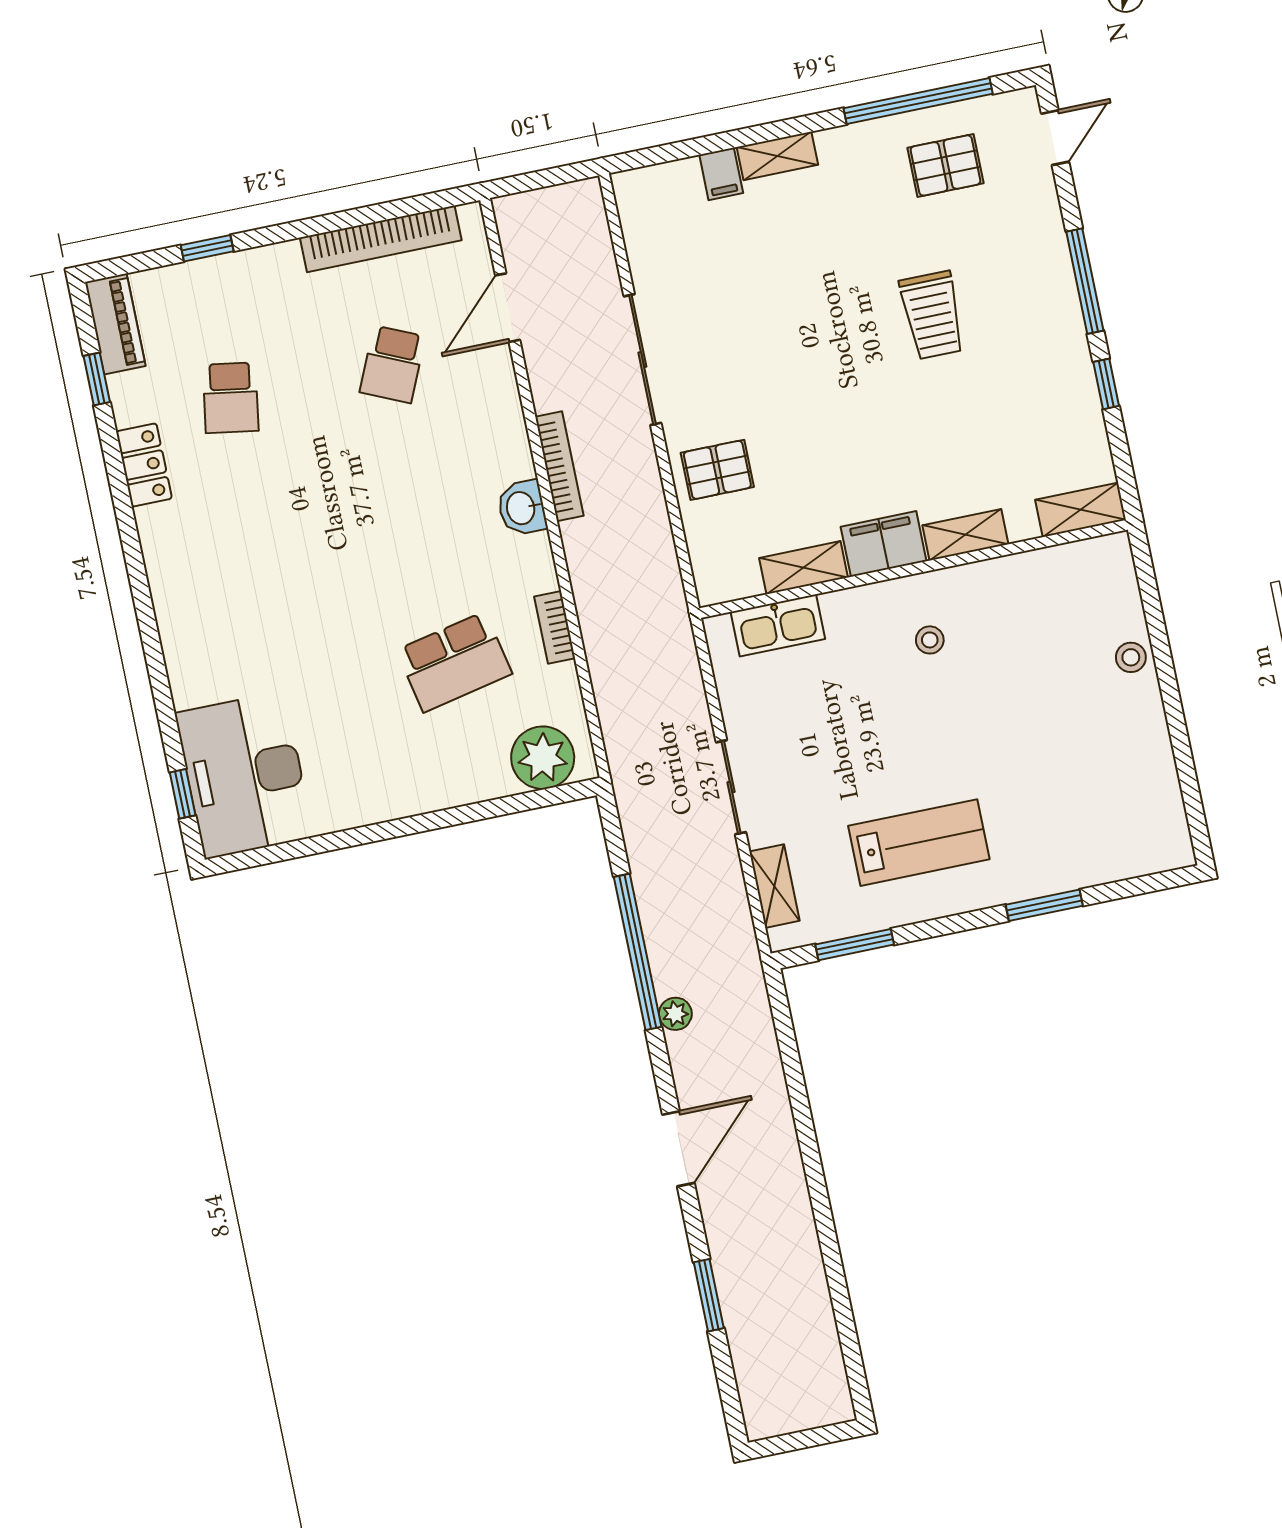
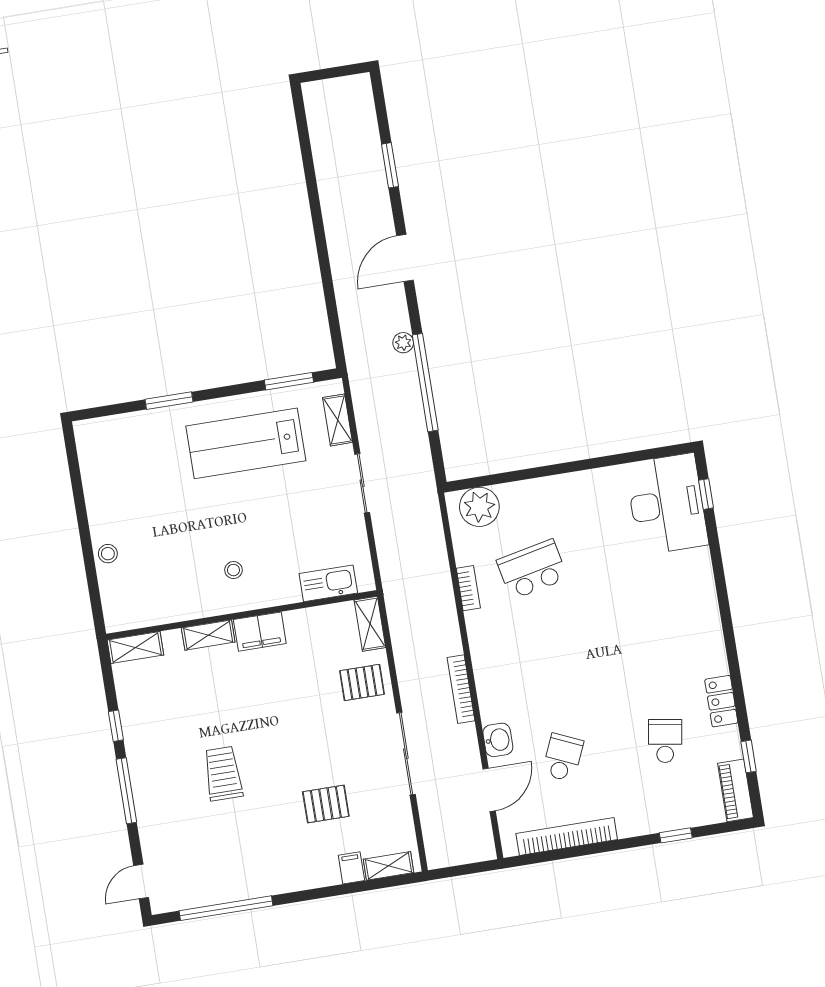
shelving: (777, 156) -> (388, 866), moved
pallet: (945, 165) -> (326, 804), moved
washbasin: (522, 508) -> (498, 740), moved
shelving: (803, 568) -> (370, 624), moved, turned 90
lab bench: (919, 843) -> (246, 443), width x1.36, depth x1.39

